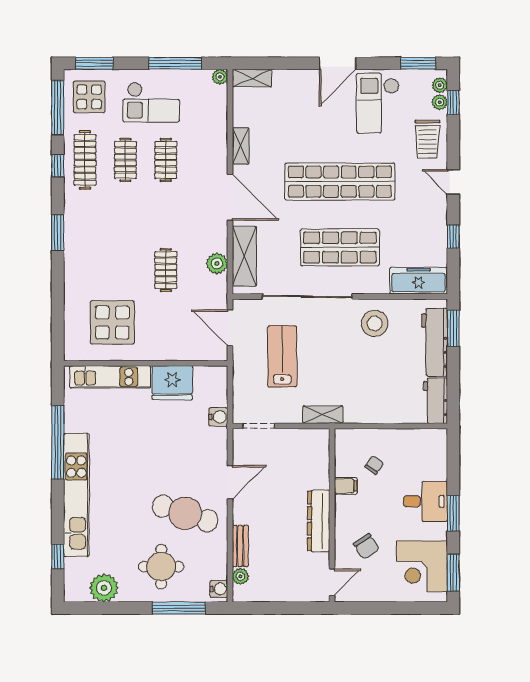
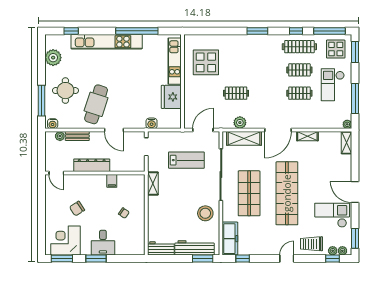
window: (453, 237) -> (243, 259), moved
filing cabinet: (346, 486) -> (112, 181), moved
wall: (332, 515) -> (95, 173), moved
dresser: (319, 521) -> (92, 165), moved
door: (332, 582) -> (56, 173), moved

